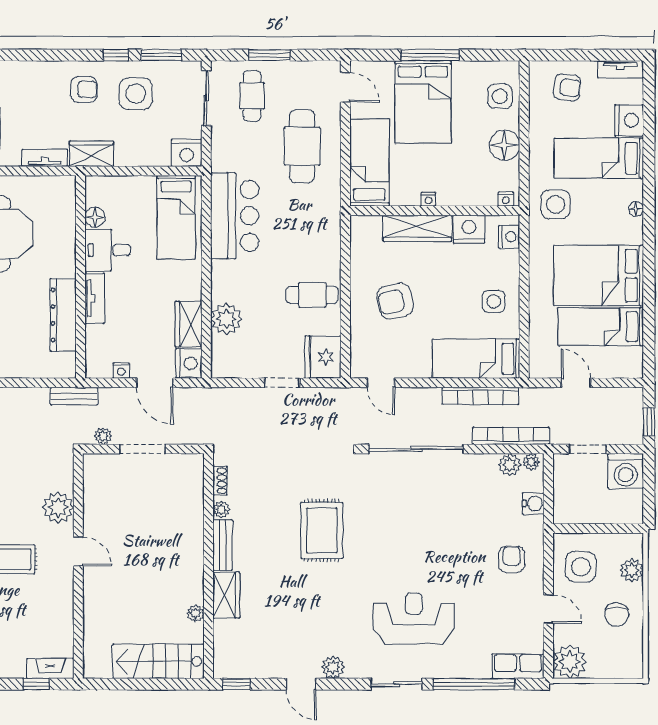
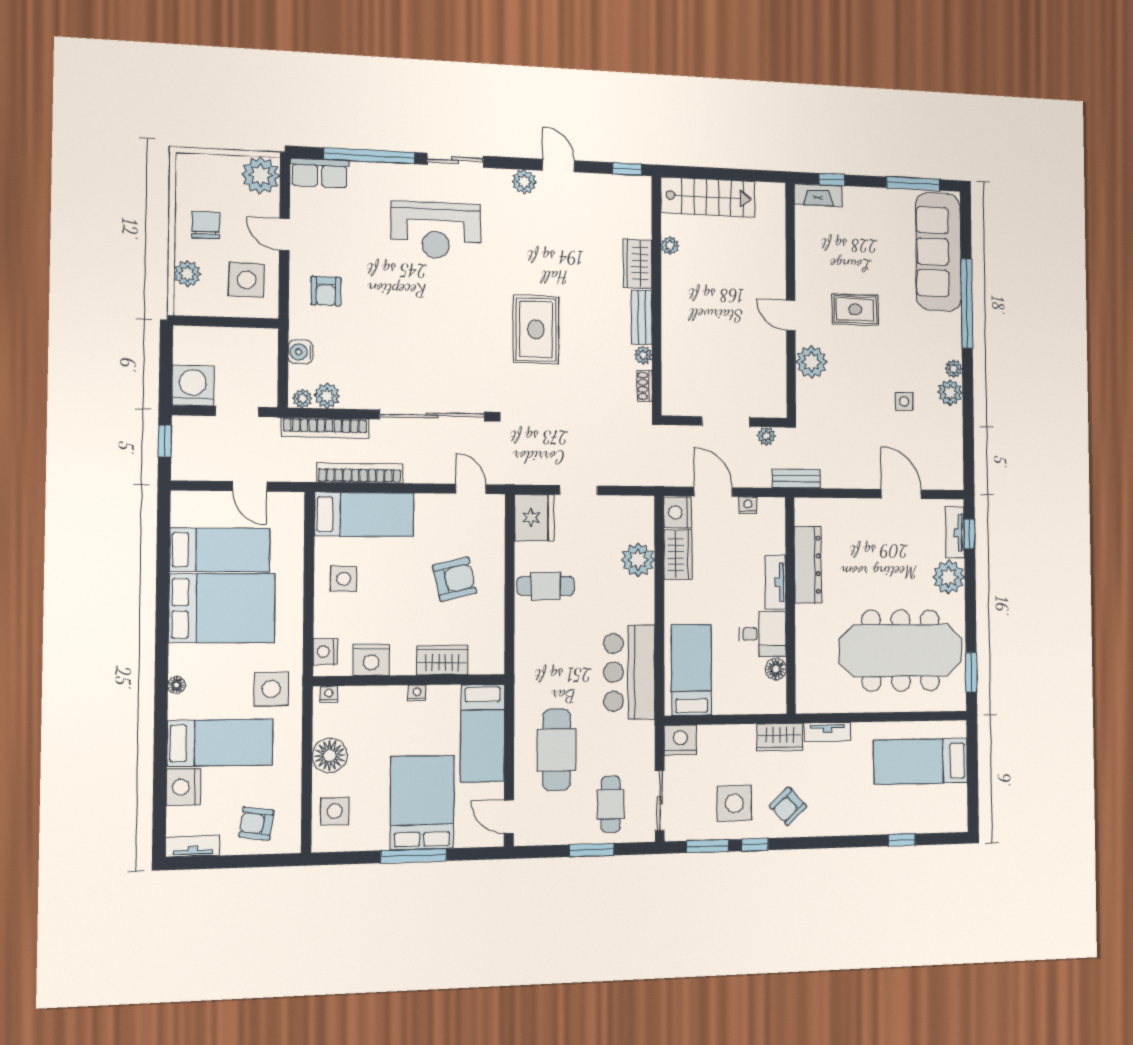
armchair: (84, 89) -> (788, 806), turned -43
wardrobe: (417, 228) -> (442, 660), width x0.67

